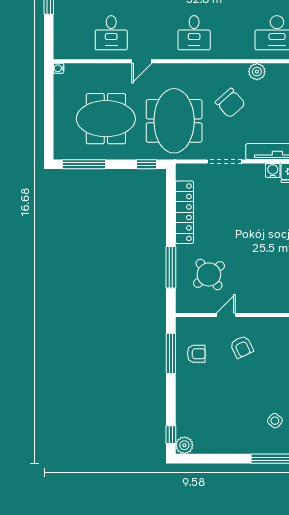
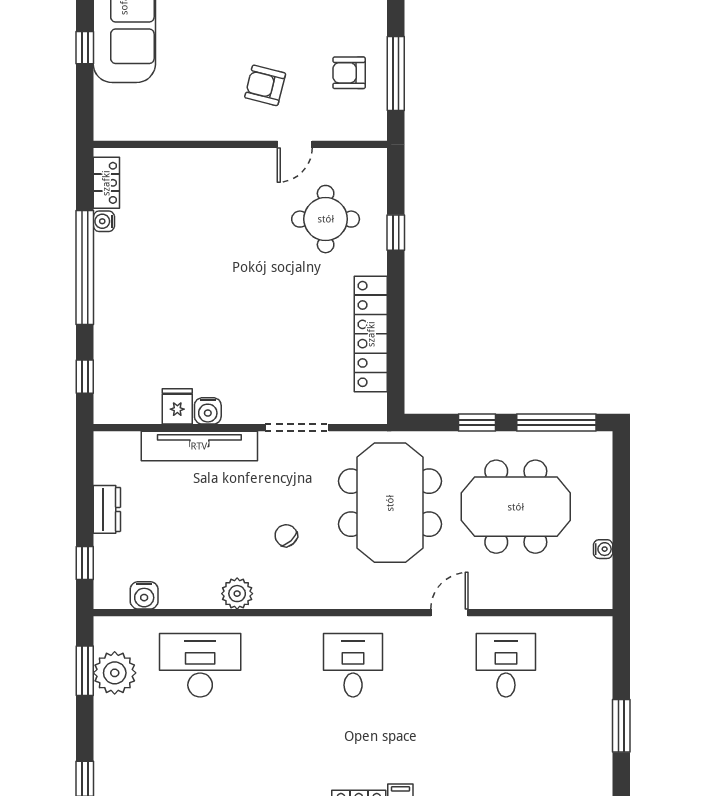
water cooler: (59, 68) -> (603, 549), moved
chair: (230, 103) -> (286, 536), width x0.54, depth x0.54
window: (146, 164) -> (477, 422), moved
window: (171, 267) -> (396, 233), width x0.46
round table: (209, 274) -> (326, 219), turned 38
armchair: (242, 347) -> (265, 85), turned -50

